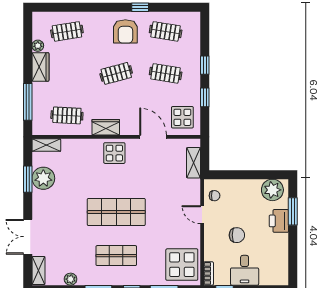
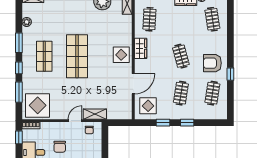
shelving: (193, 163) -> (95, 114), moved

